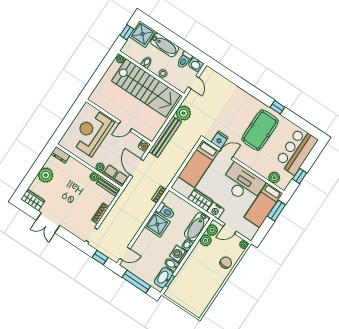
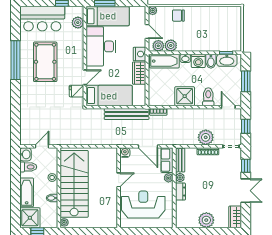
window: (277, 107) -> (15, 60), width x3.17
plant: (183, 113) -> (206, 137), moved
door: (125, 126) -> (119, 180), hinge flipped
pool table: (260, 130) -> (45, 62), turned 90
reception desk: (92, 133) -> (143, 205), turned 180
bench: (165, 137) -> (127, 114), moved
door: (226, 154) -> (85, 77), swing flipped
dresser: (60, 155) -> (180, 192), moved
door: (137, 168) -> (148, 146), hinge flipped
toilet: (165, 211) -> (208, 97), moved
window: (68, 236) -> (246, 166), added
window: (136, 282) -> (246, 81), width x0.69

